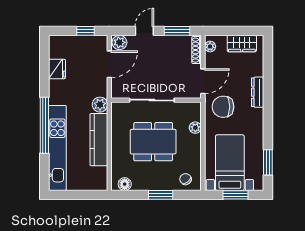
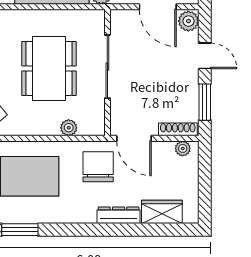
wardrobe: (242, 44) -> (162, 212), moved, turned 90

